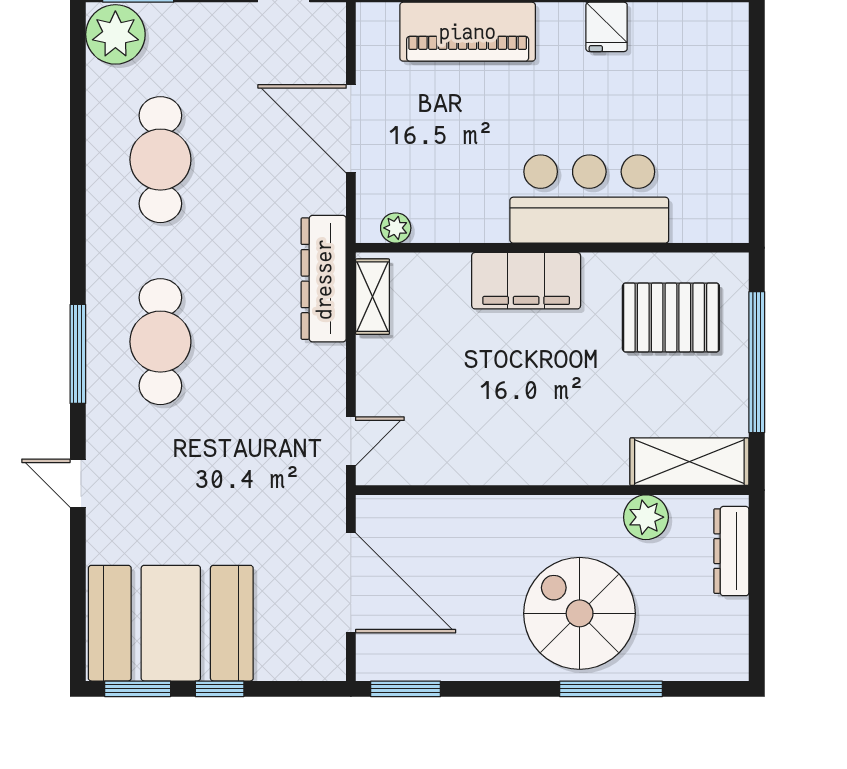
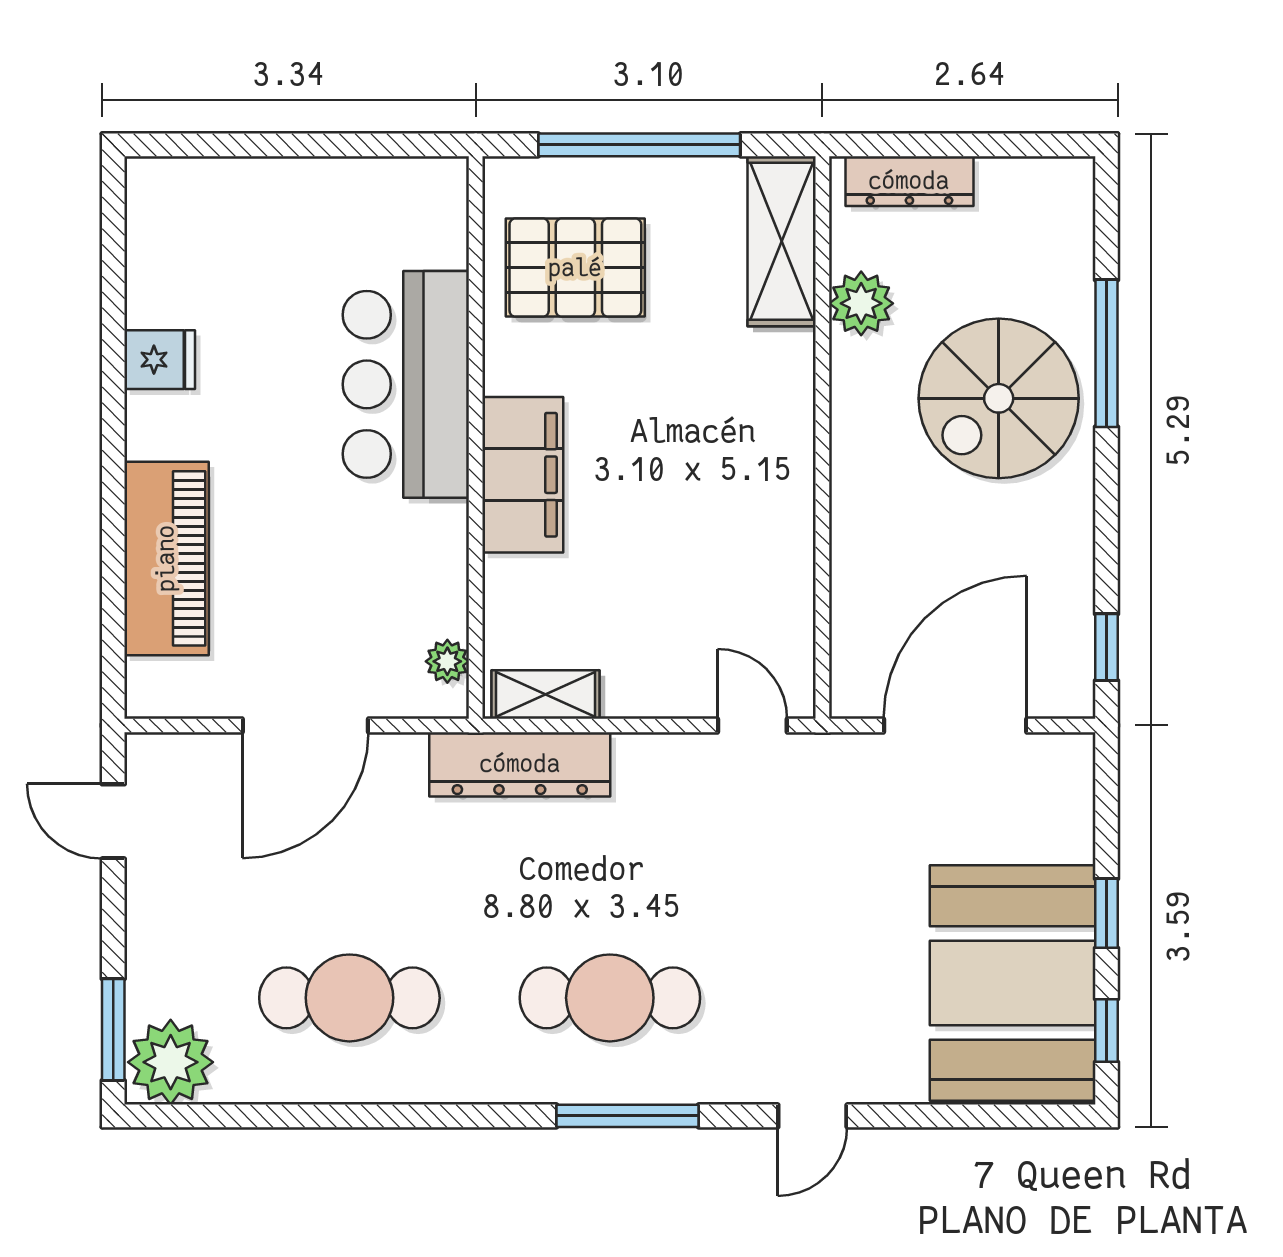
pallet: (671, 317) -> (575, 268), turned 90
window: (138, 689) -> (1107, 1030), width x0.67
window: (406, 689) -> (1107, 647), width x0.67

